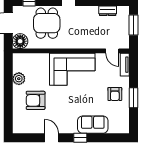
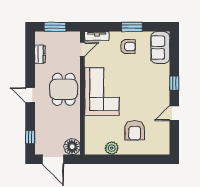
dining table: (47, 23) -> (64, 89), moved, turned 90
sofa: (93, 125) -> (160, 48), moved

